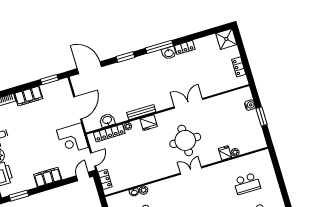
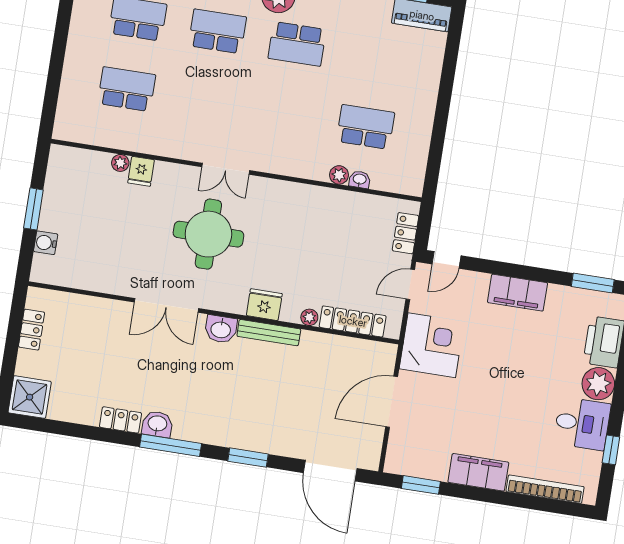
washbasin: (107, 120) -> (221, 329), moved

